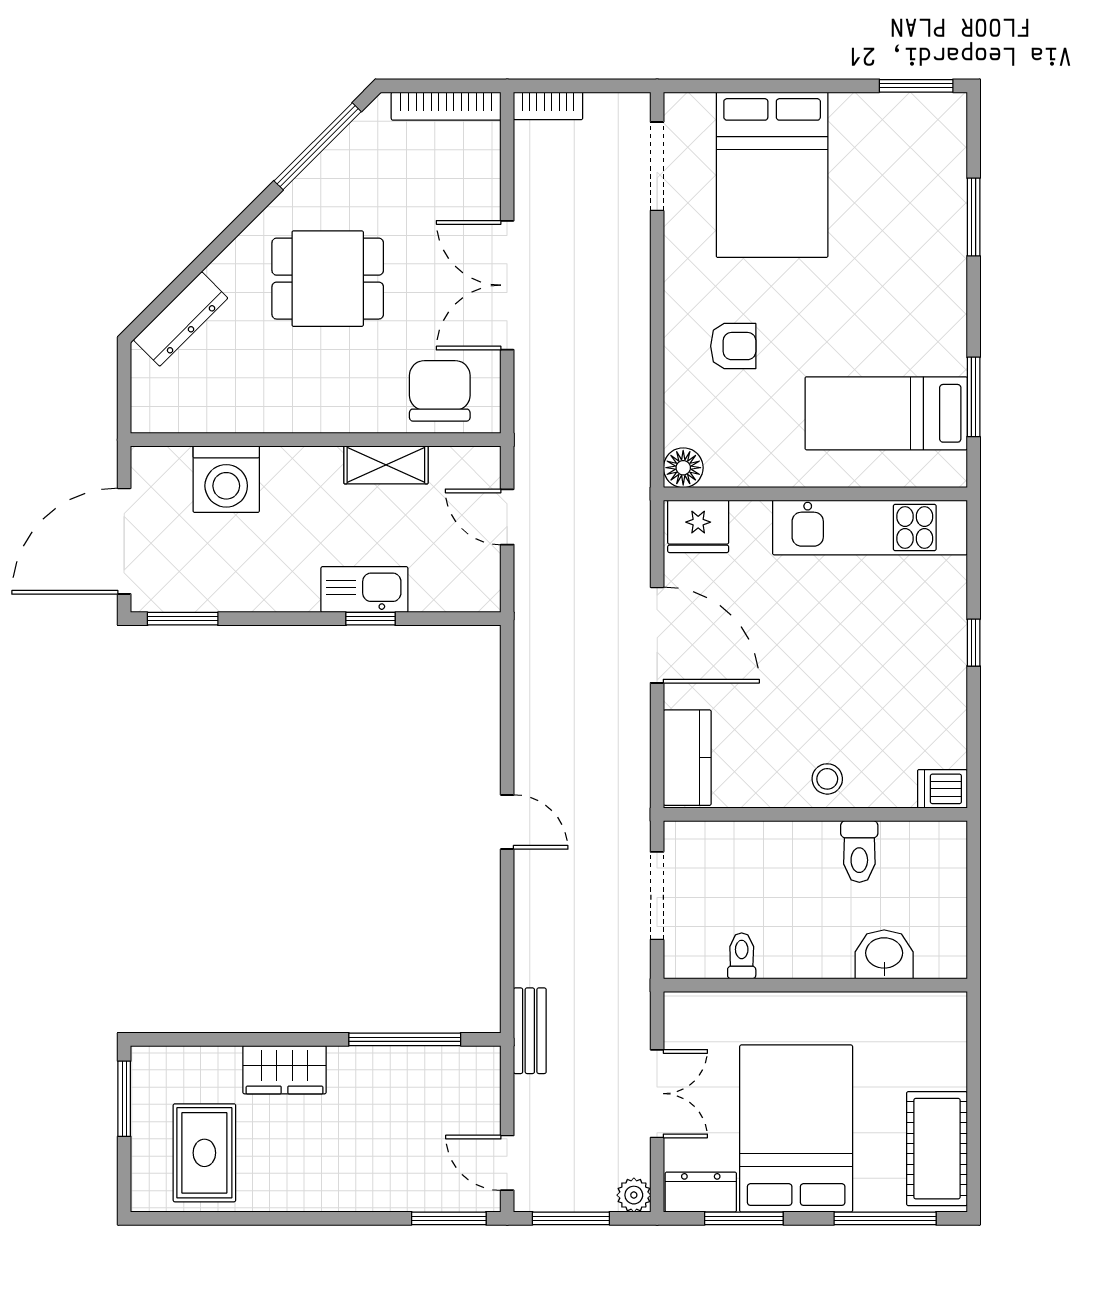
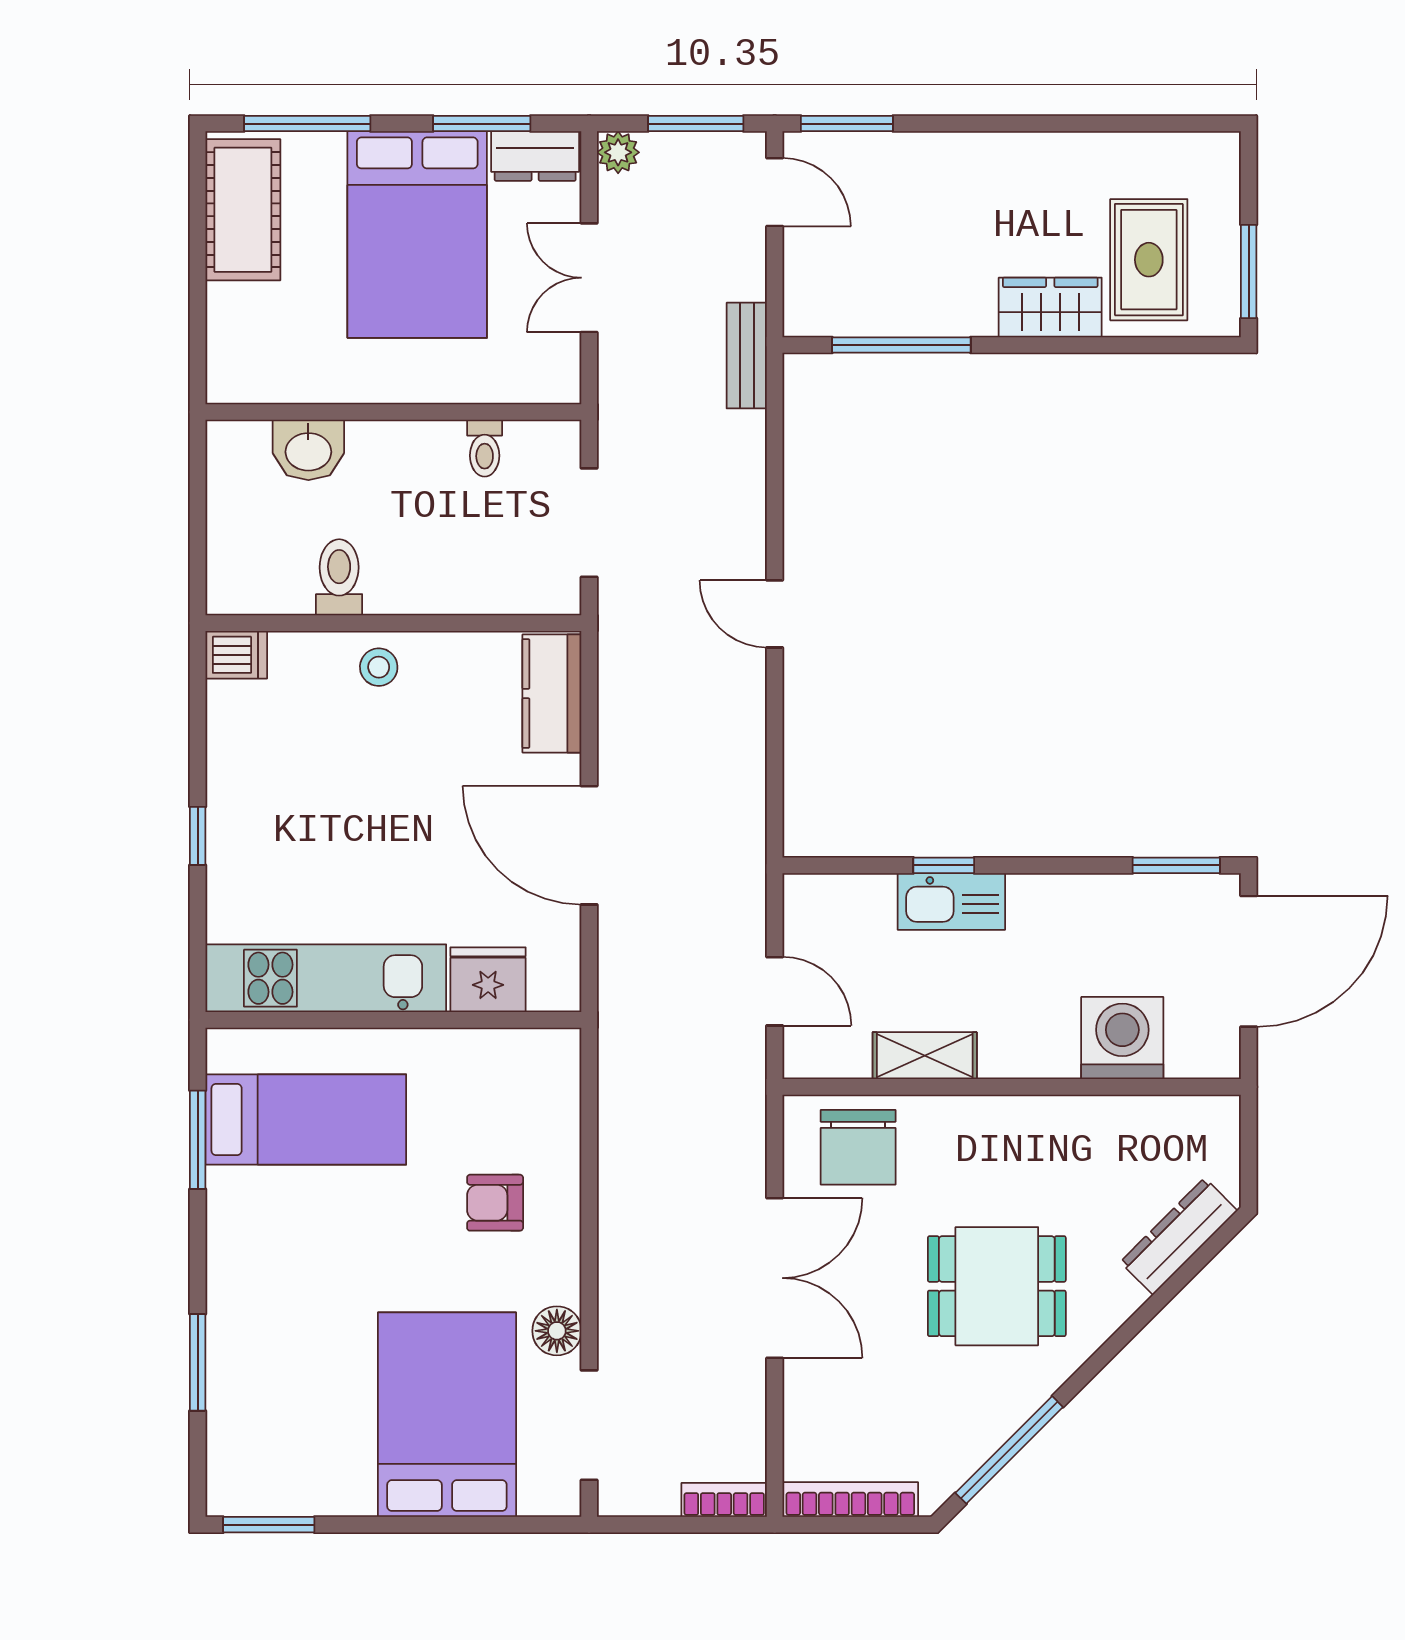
floor lamp: (683, 468) -> (557, 1331), moved
fridge: (698, 526) -> (488, 980), moved
rug: (204, 1153) -> (1149, 260), moved

